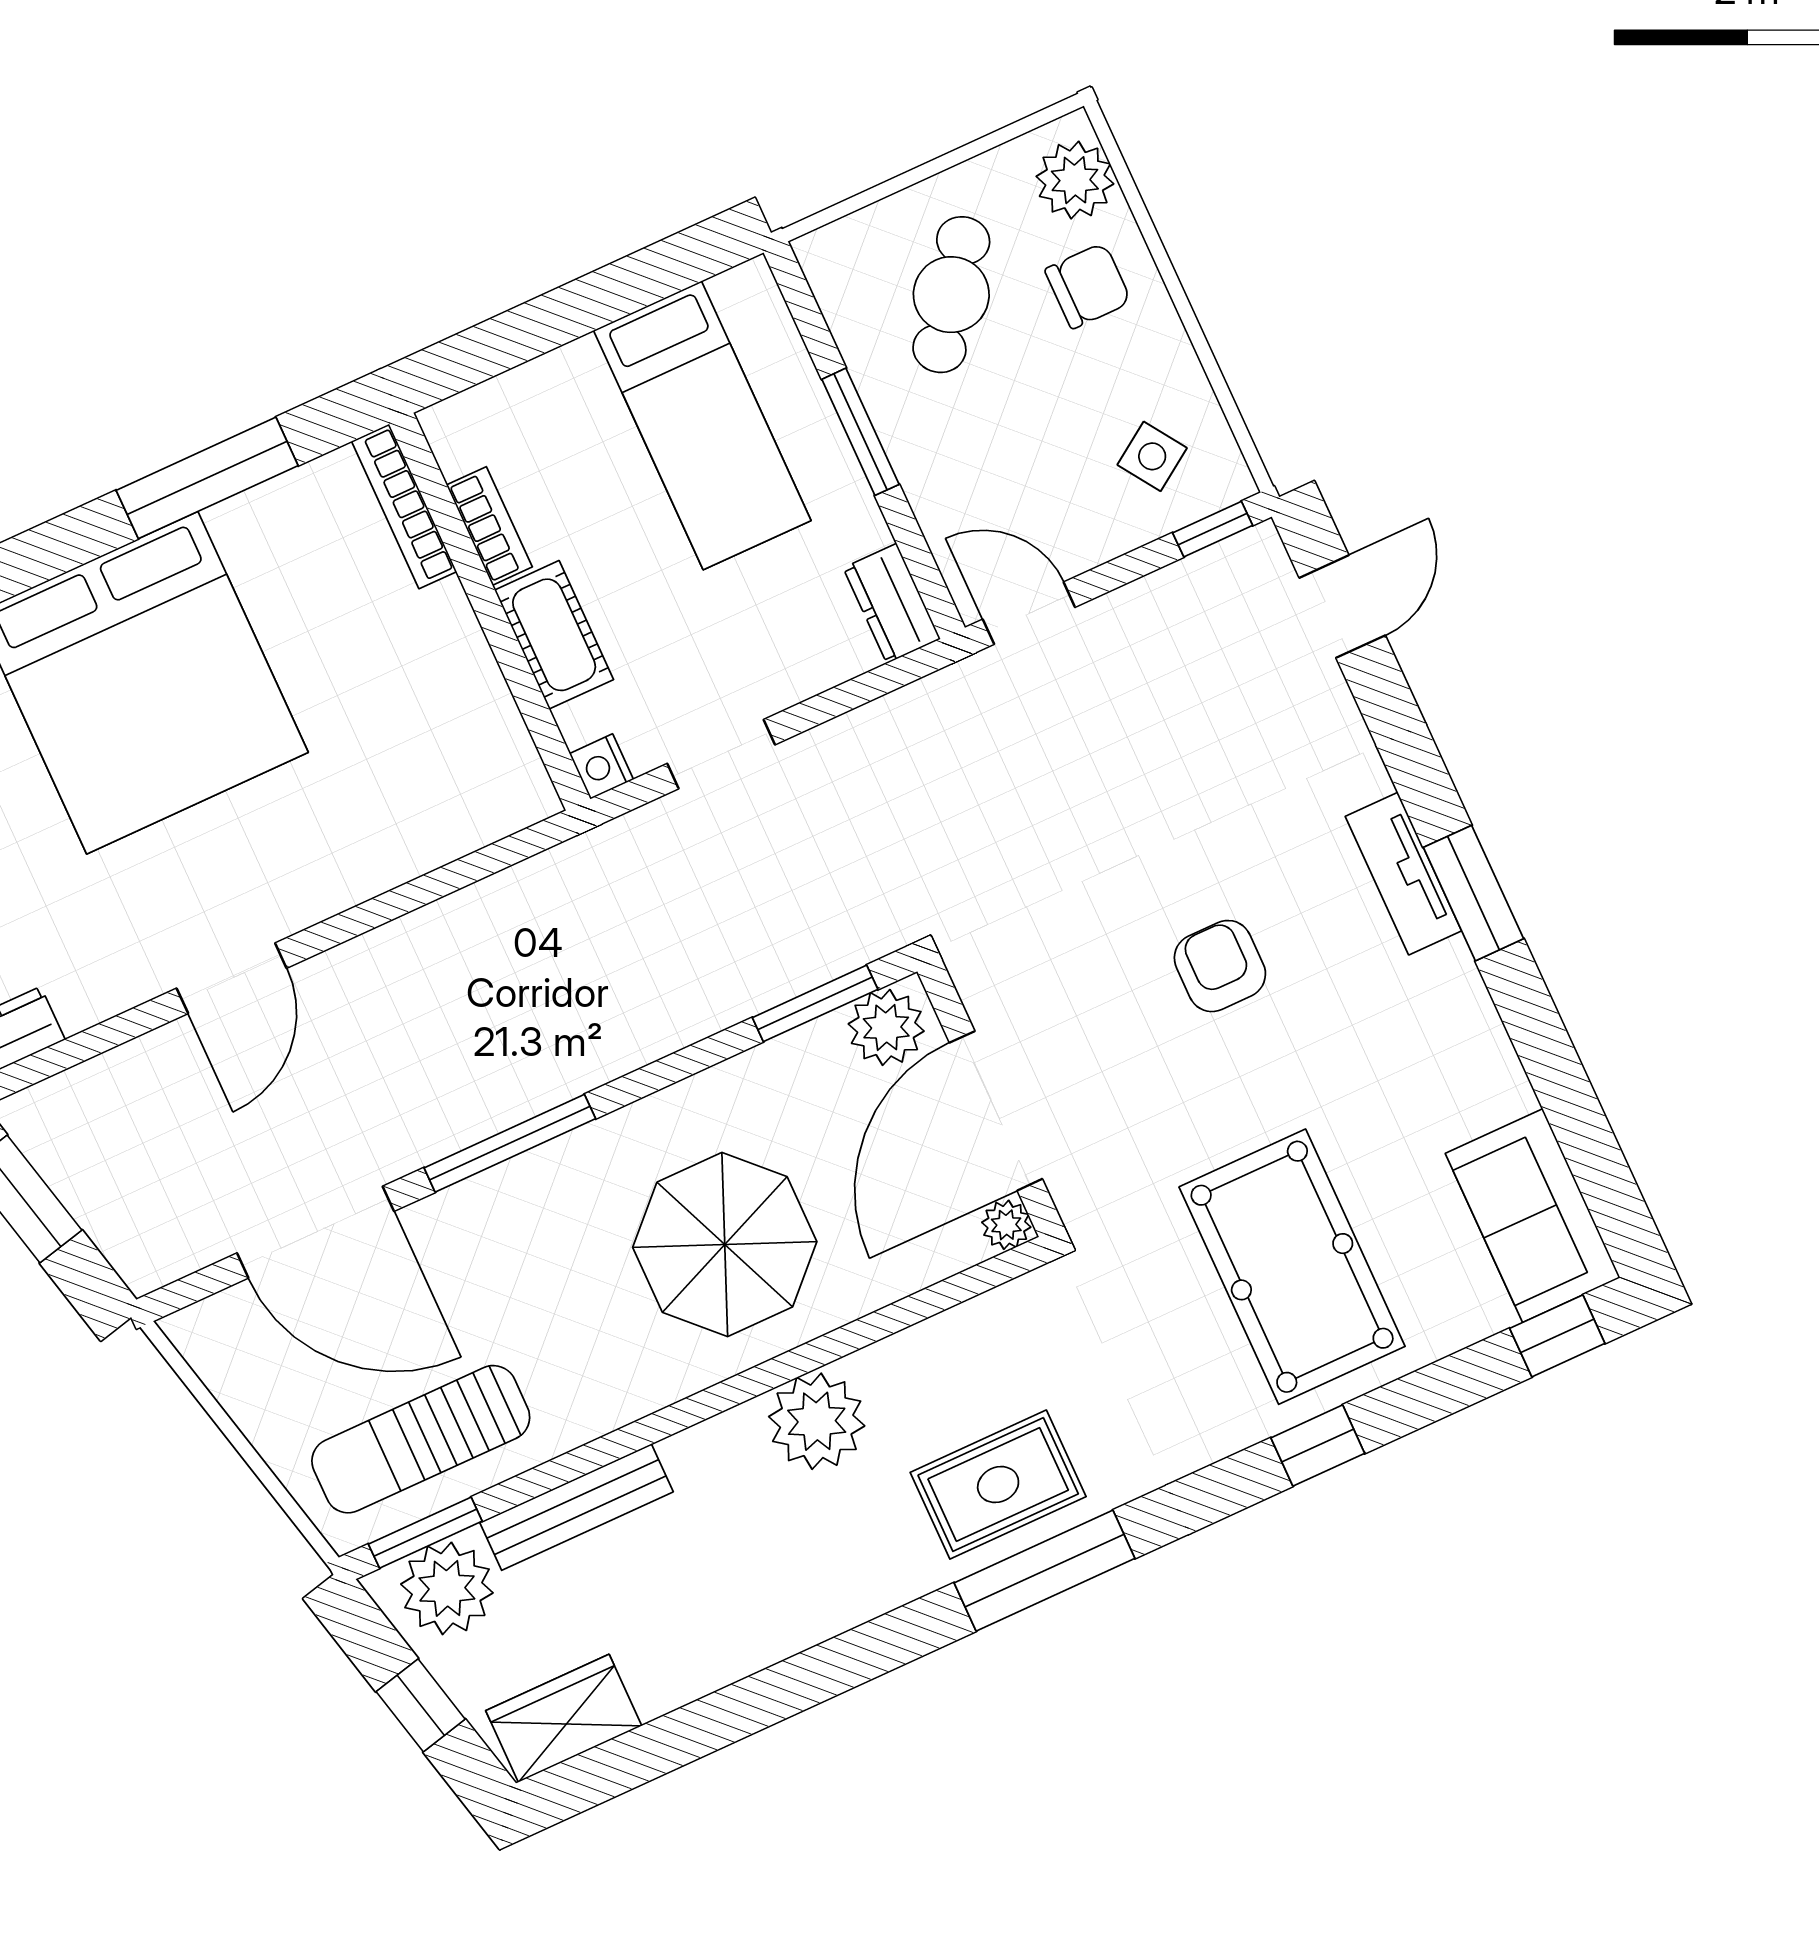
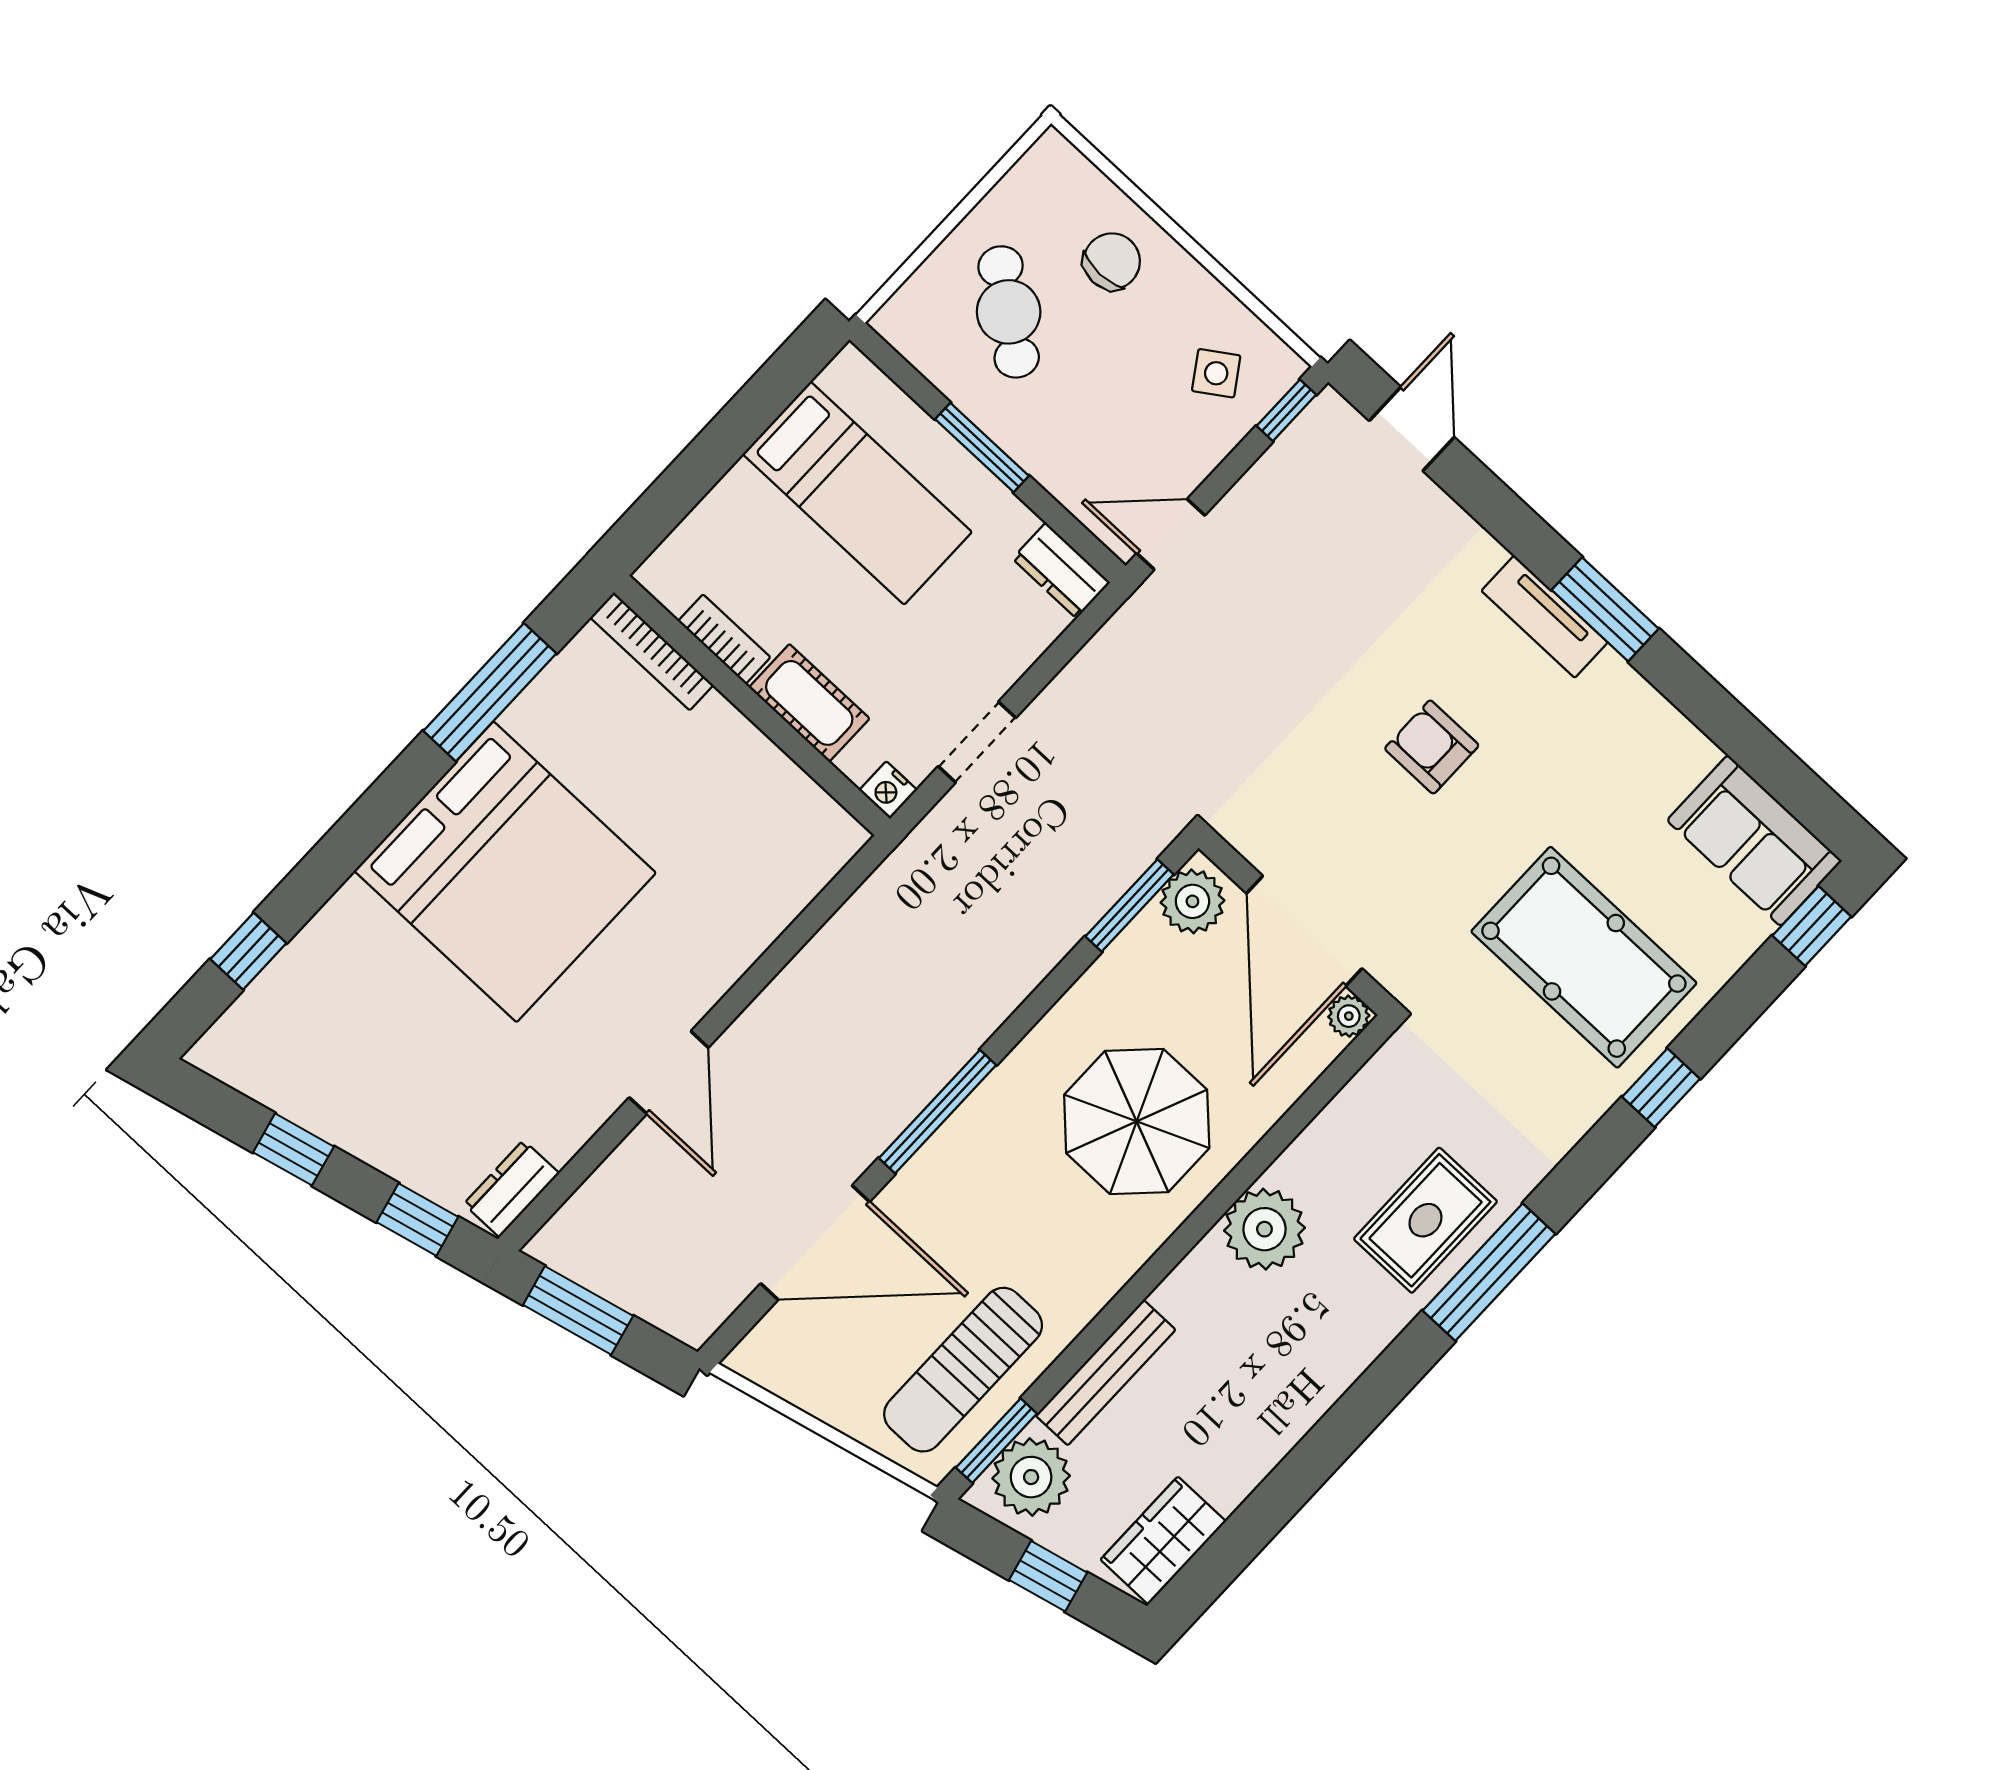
plant: (1075, 180) -> (1068, 184), removed

